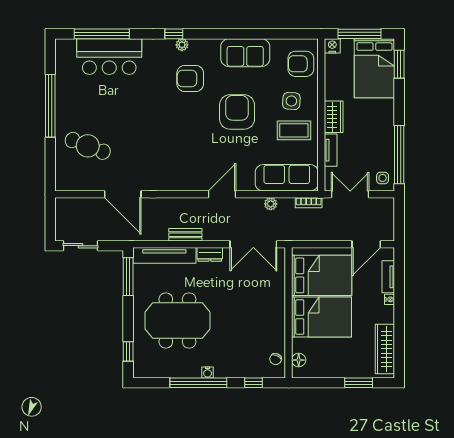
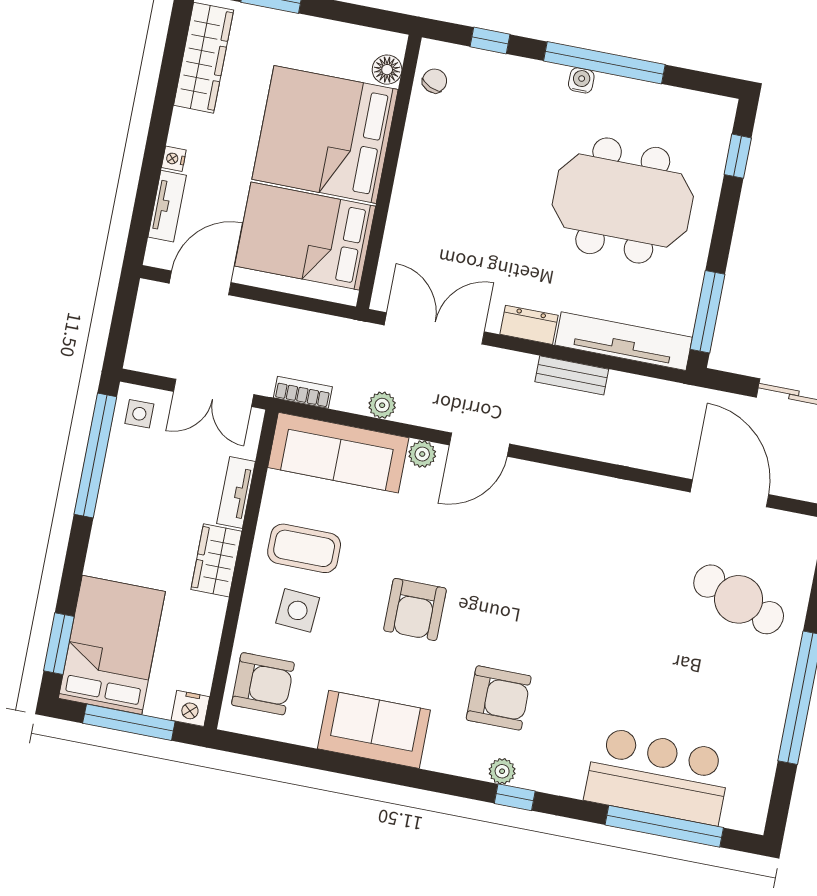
armchair: (237, 112) -> (415, 609), width x0.73, depth x0.73
plant: (248, 185) -> (422, 454), added
door: (123, 194) -> (729, 493), moved
bed: (322, 317) -> (325, 134), width x1.36

